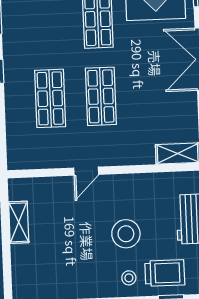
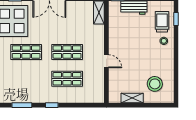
stool: (126, 234) -> (155, 84), moved

